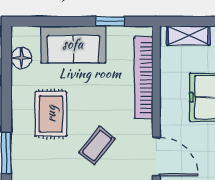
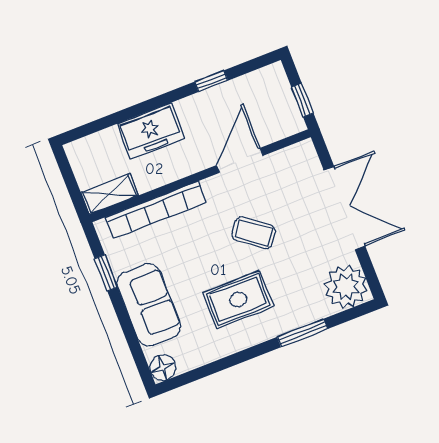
shelving: (188, 35) -> (110, 194), moved, turned 90
floor lamp: (21, 58) -> (163, 368), moved

